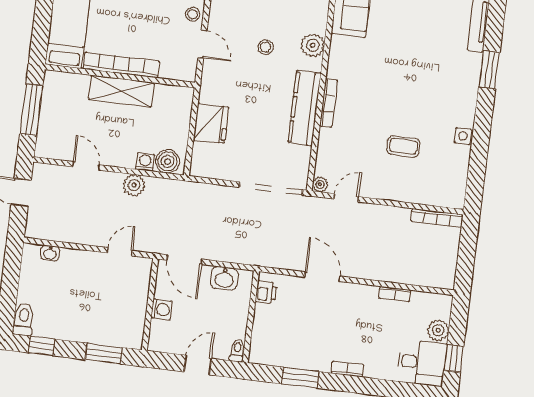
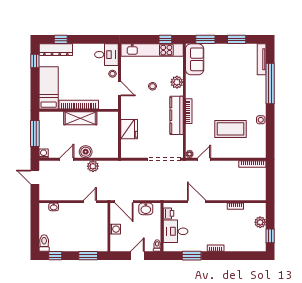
window: (489, 70) -> (270, 84), width x2.11
coffee table: (403, 146) -> (230, 129), width x1.86, depth x1.72
boiler: (167, 161) -> (86, 152), moved
washing machine: (145, 162) -> (44, 153), moved
door: (86, 166) -> (67, 159), hinge flipped
desk: (422, 363) -> (176, 231), moved, turned 180

